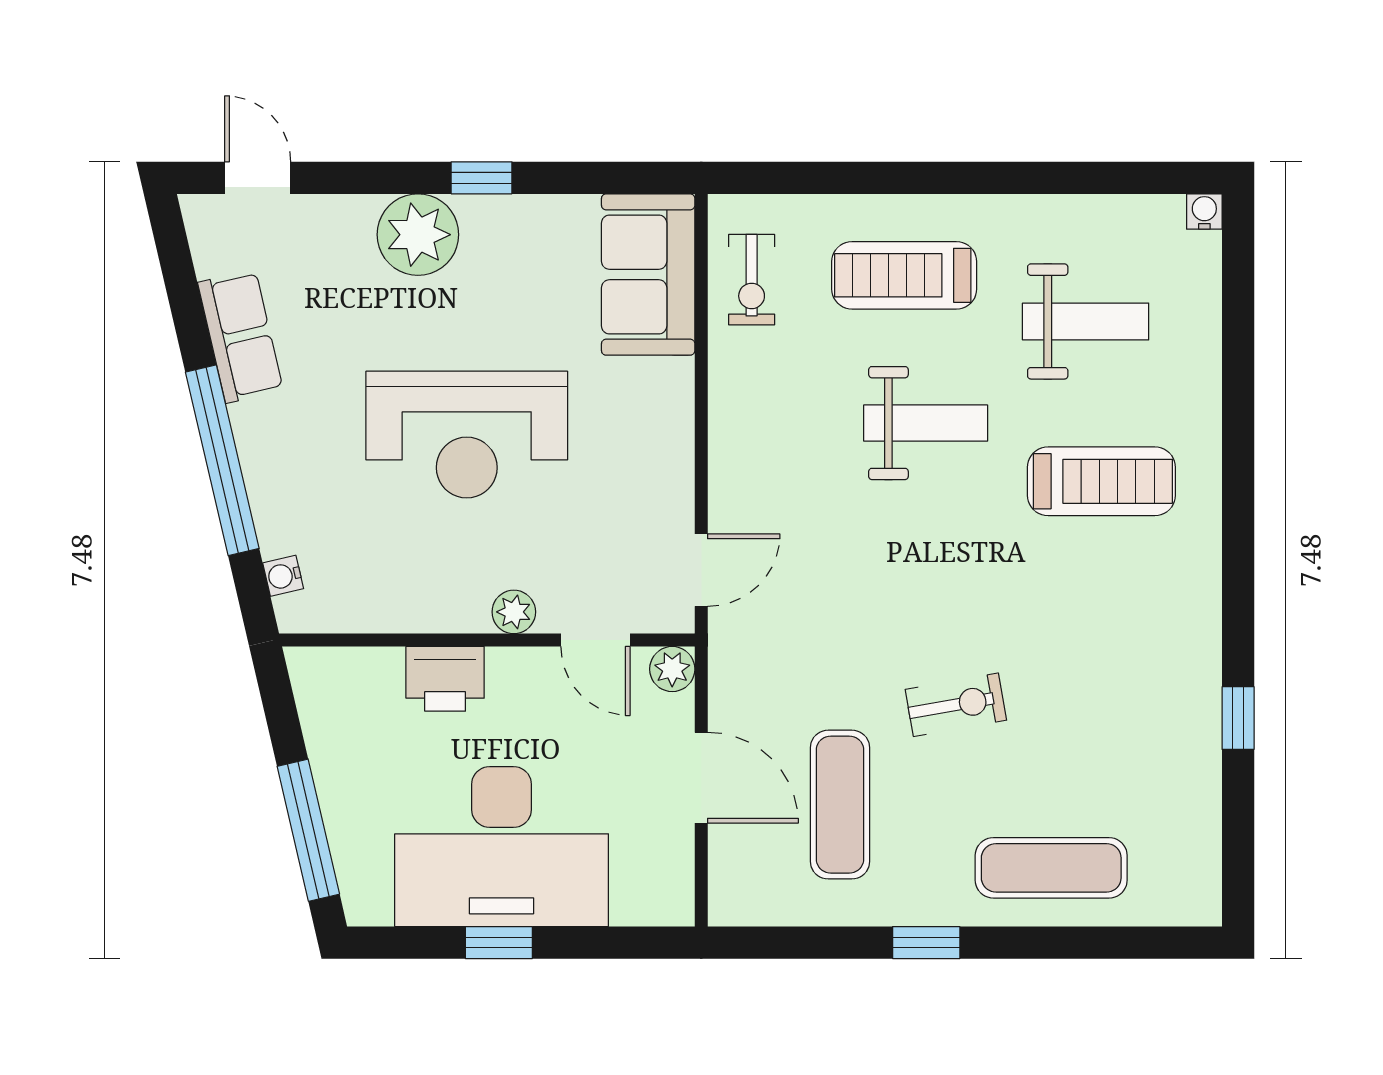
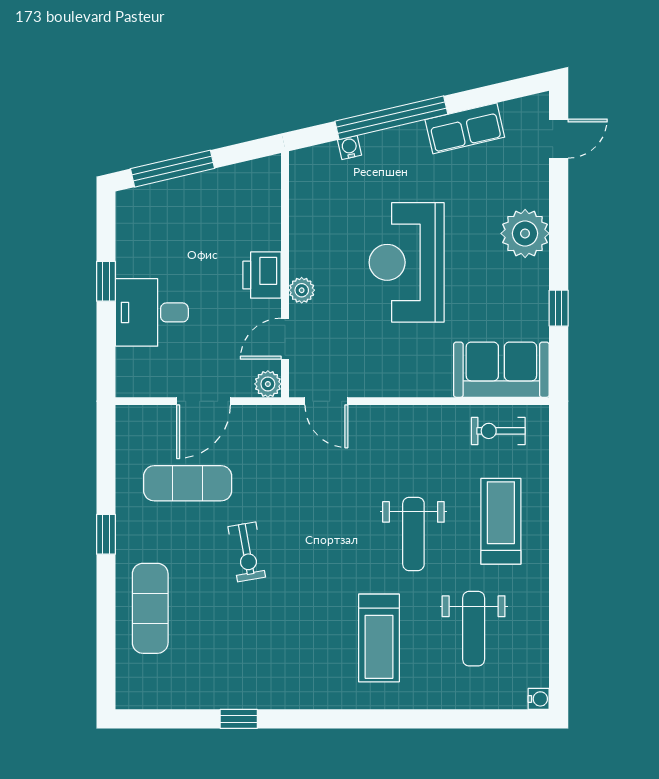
window: (482, 178) -> (559, 308), moved
water cooler: (283, 576) -> (350, 148), moved
printer: (445, 679) -> (262, 275), moved
desk: (502, 847) -> (152, 312), width x0.53, depth x0.77

